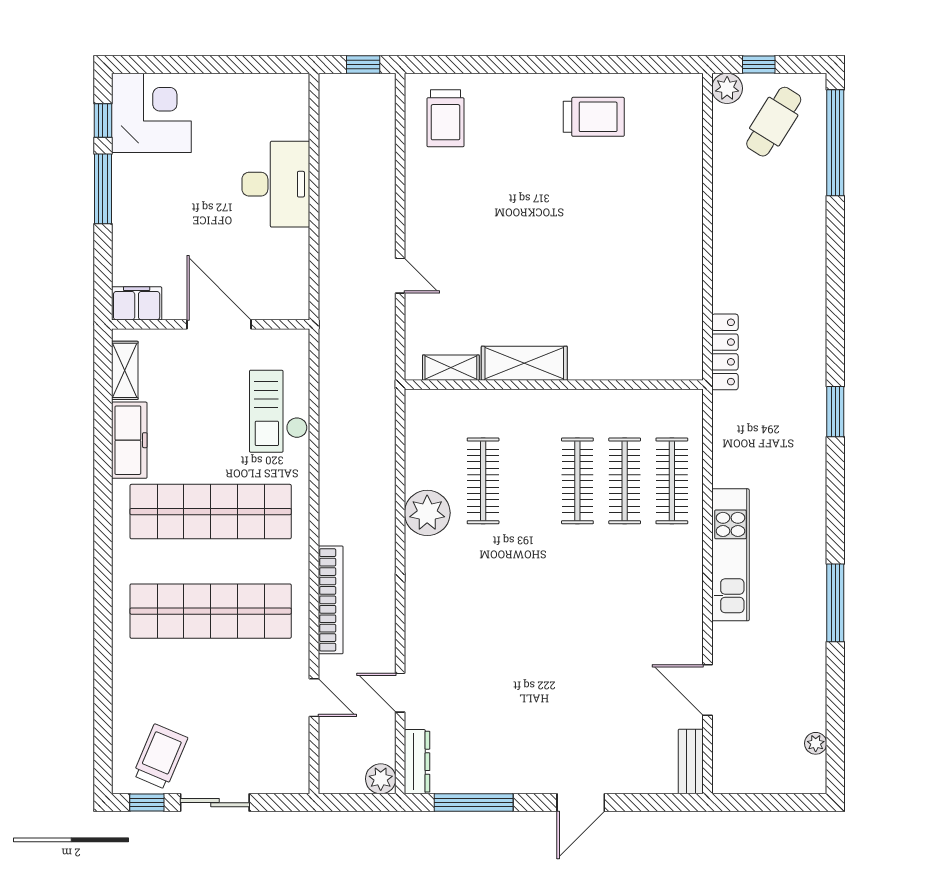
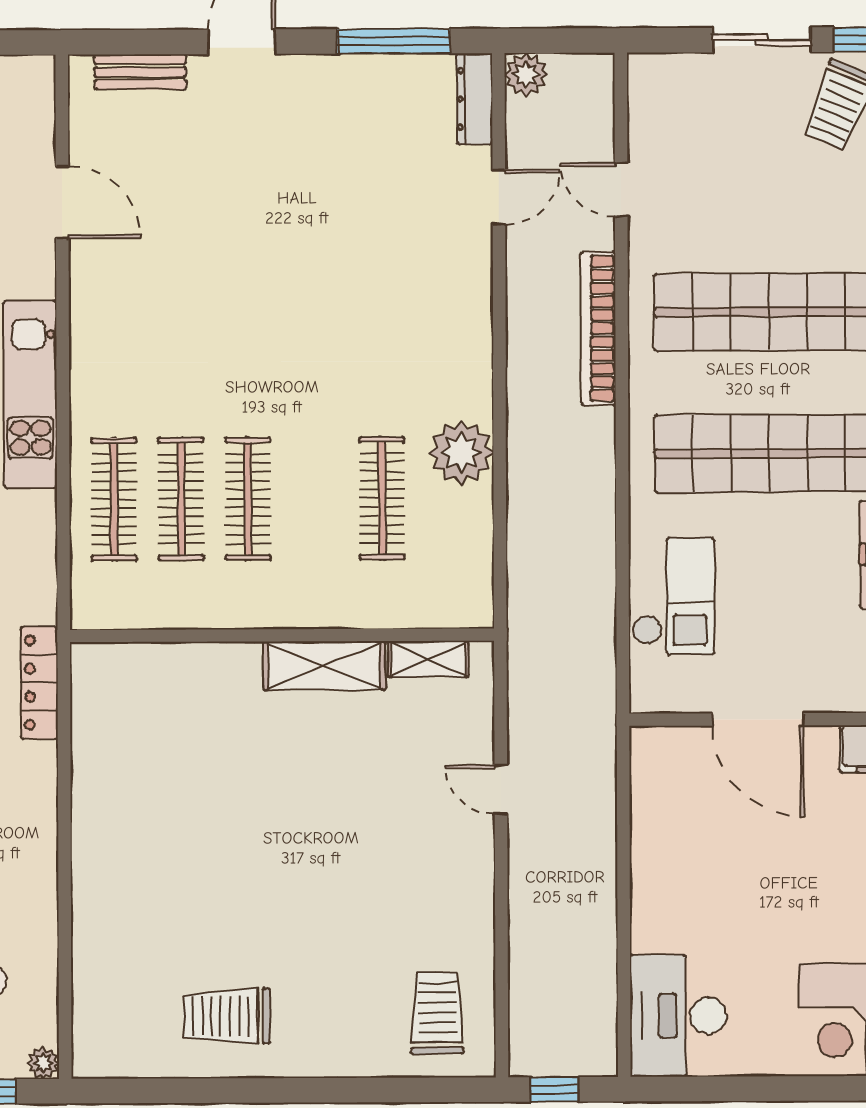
plant: (727, 88) -> (43, 1063), width x0.73, depth x0.73
desk: (276, 184) -> (678, 1016), moved
door: (400, 693) -> (499, 197), hinge flipped
bench: (691, 761) -> (140, 72), moved, turned 90

